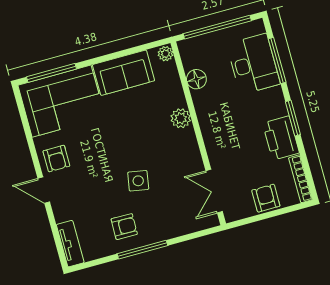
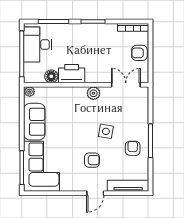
desk: (253, 64) -> (37, 45), moved, turned -90
plant: (181, 118) -> (93, 93), moved
printer: (281, 138) -> (72, 74), moved, turned 180
armchair: (56, 158) -> (92, 160), moved
double door: (214, 191) -> (126, 85), swing flipped
tv unit: (70, 244) -> (128, 186), width x1.41

